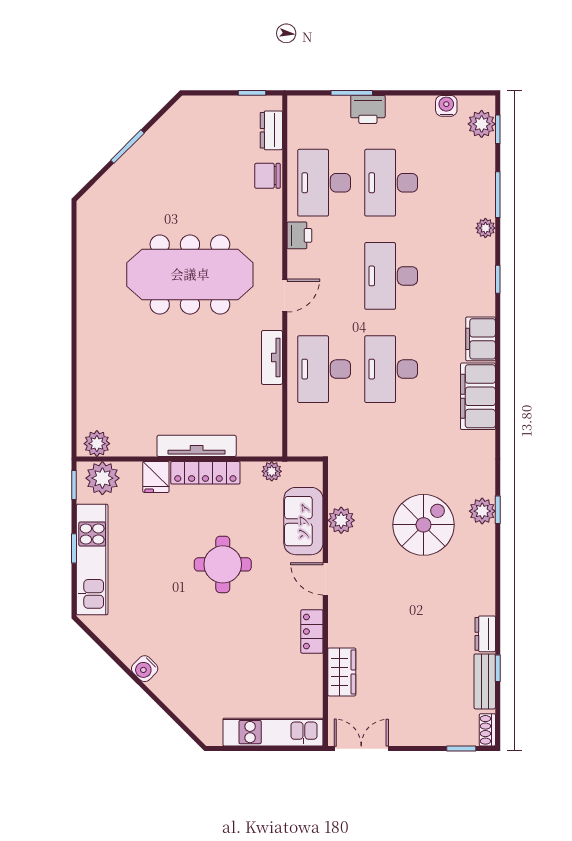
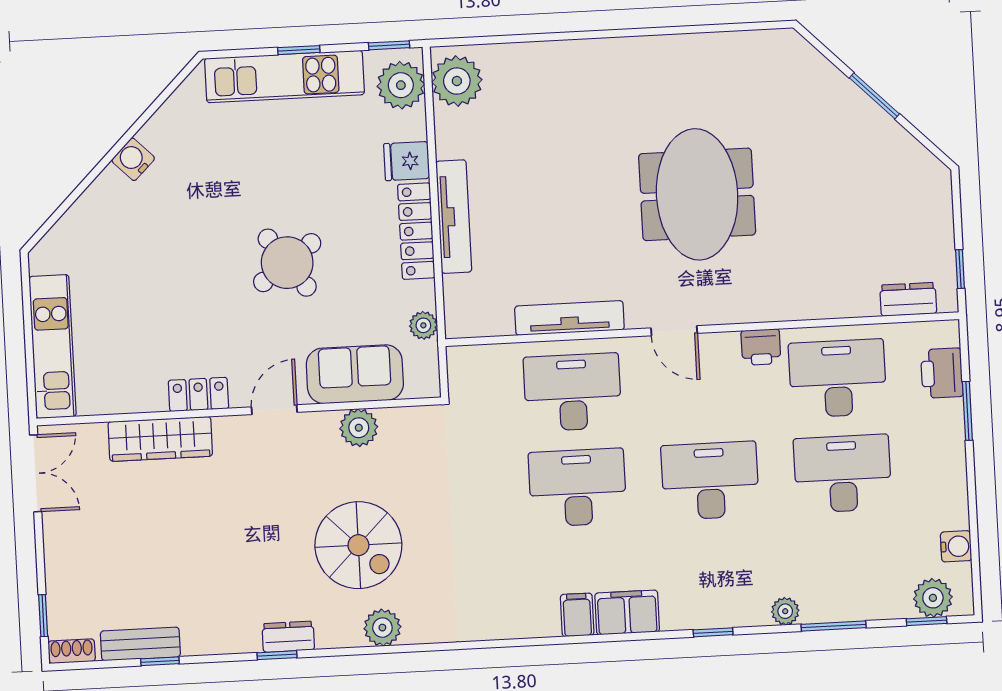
printer: (368, 109) -> (942, 373), moved
chair: (268, 176) -> (843, 297), removed
meeting table: (190, 274) -> (697, 194), width x0.73
tv unit: (272, 357) -> (569, 318), width x1.41
filing cabinet: (478, 396) -> (577, 615), width x0.33, depth x0.86
plant: (97, 444) -> (457, 81), width x1.36, depth x1.36
window: (498, 510) -> (277, 655), moved
round table: (223, 564) -> (287, 263), turned -36
dresser: (485, 634) -> (288, 637), moved
wardrobe: (342, 672) -> (160, 439), width x1.50

